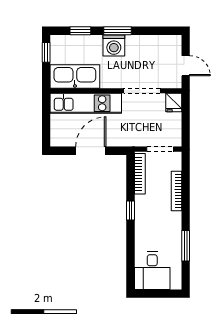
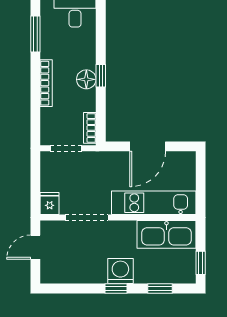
window: (118, 31) -> (116, 289), width x0.67
door: (186, 66) -> (35, 247), hinge flipped
bookcase: (140, 174) -> (90, 128), width x0.64
bookcase: (177, 191) -> (46, 83), moved
floor lamp: (143, 208) -> (86, 79), added

